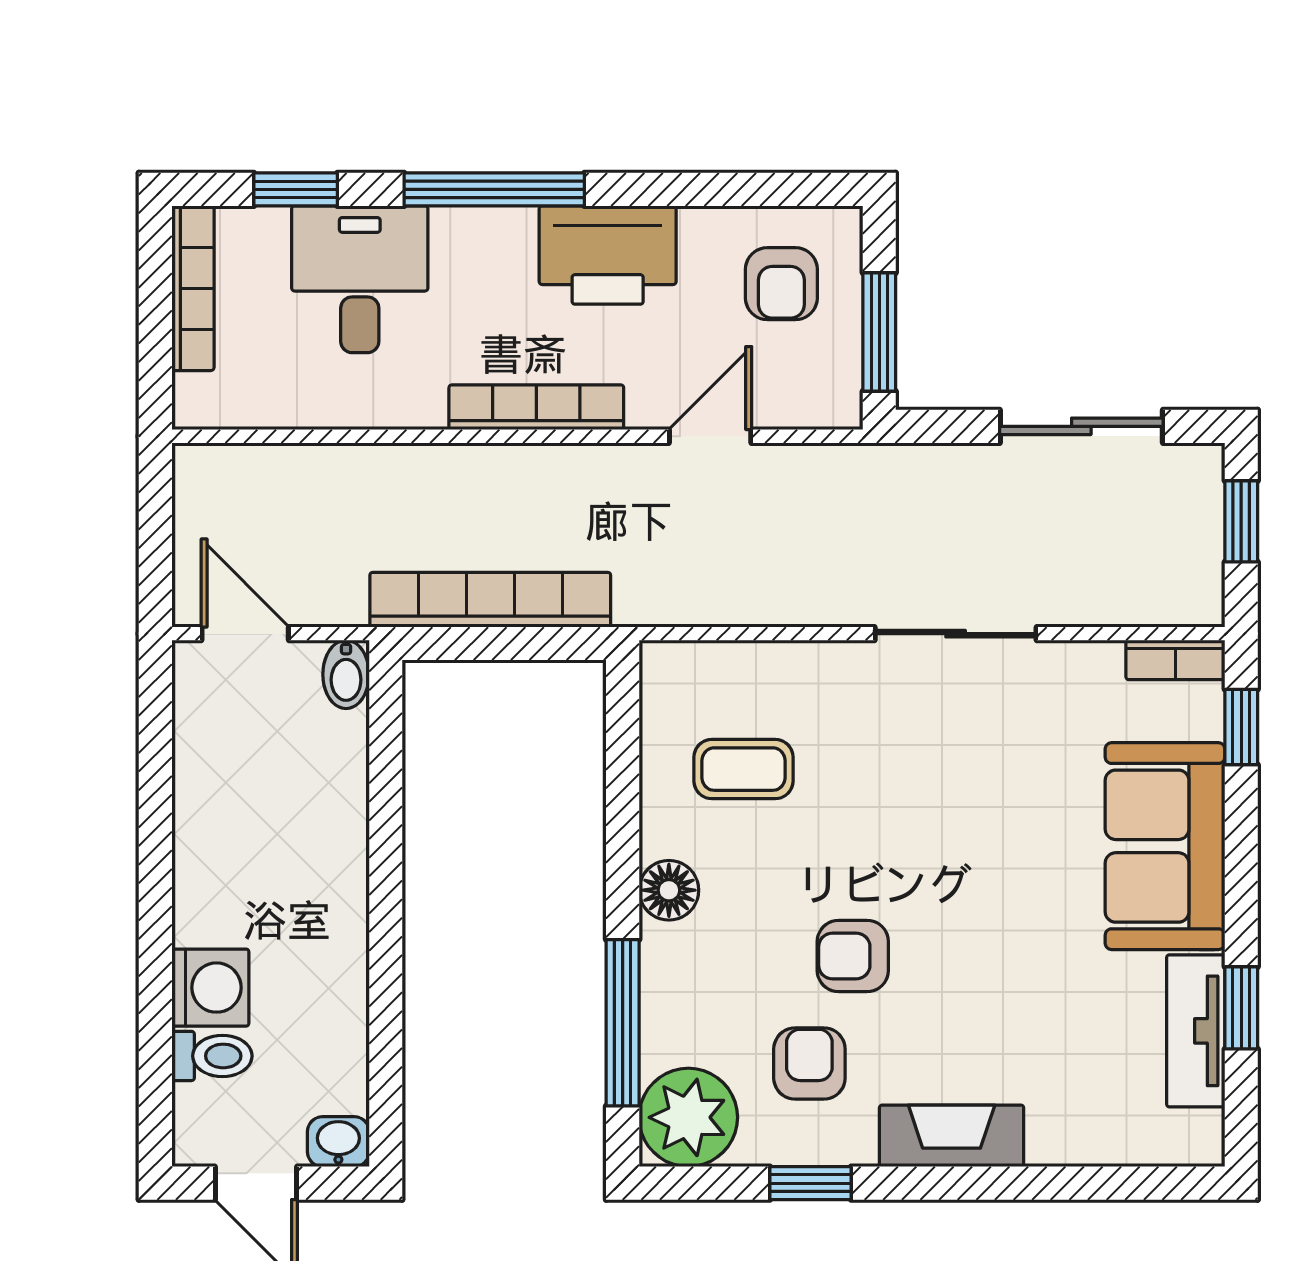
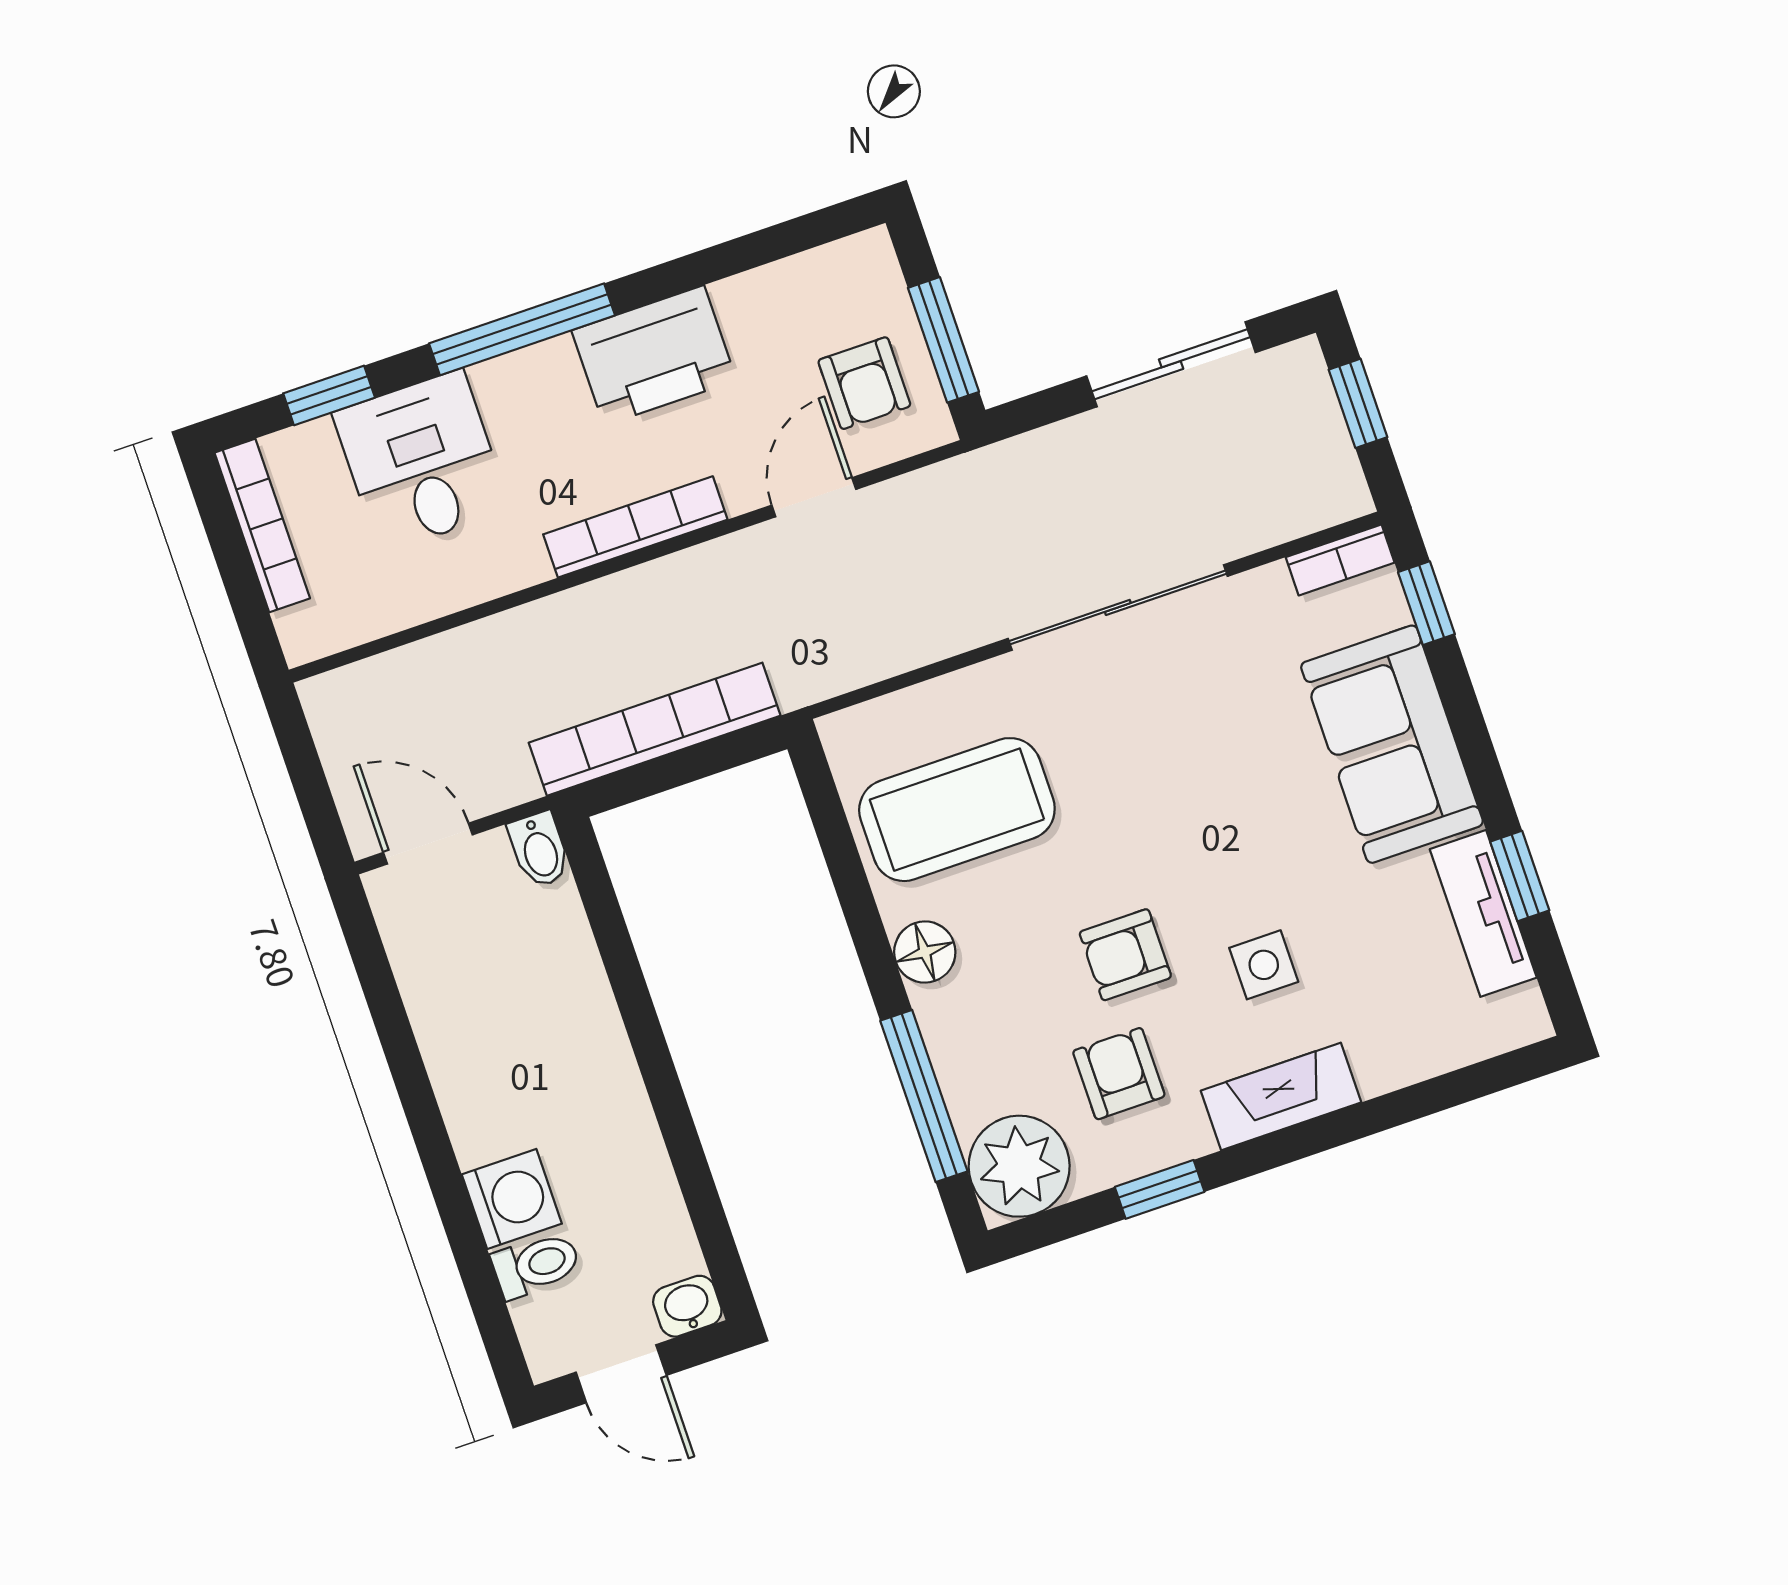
armchair: (781, 284) -> (864, 383), moved
sliding door: (956, 634) -> (1118, 607), width x1.37
coffee table: (743, 769) -> (957, 810), width x1.86, depth x1.72
side table: (977, 1009) -> (1264, 965), added

